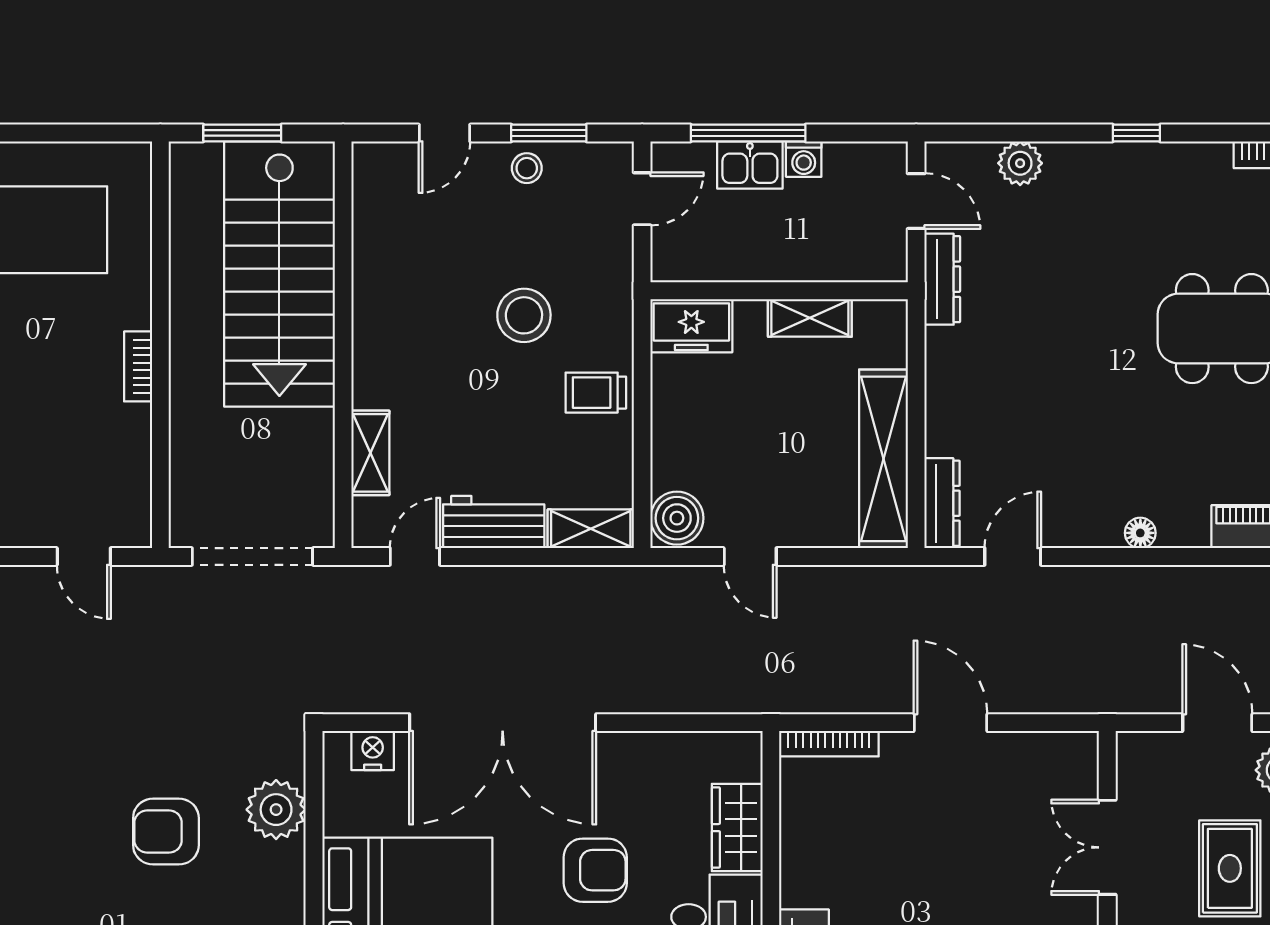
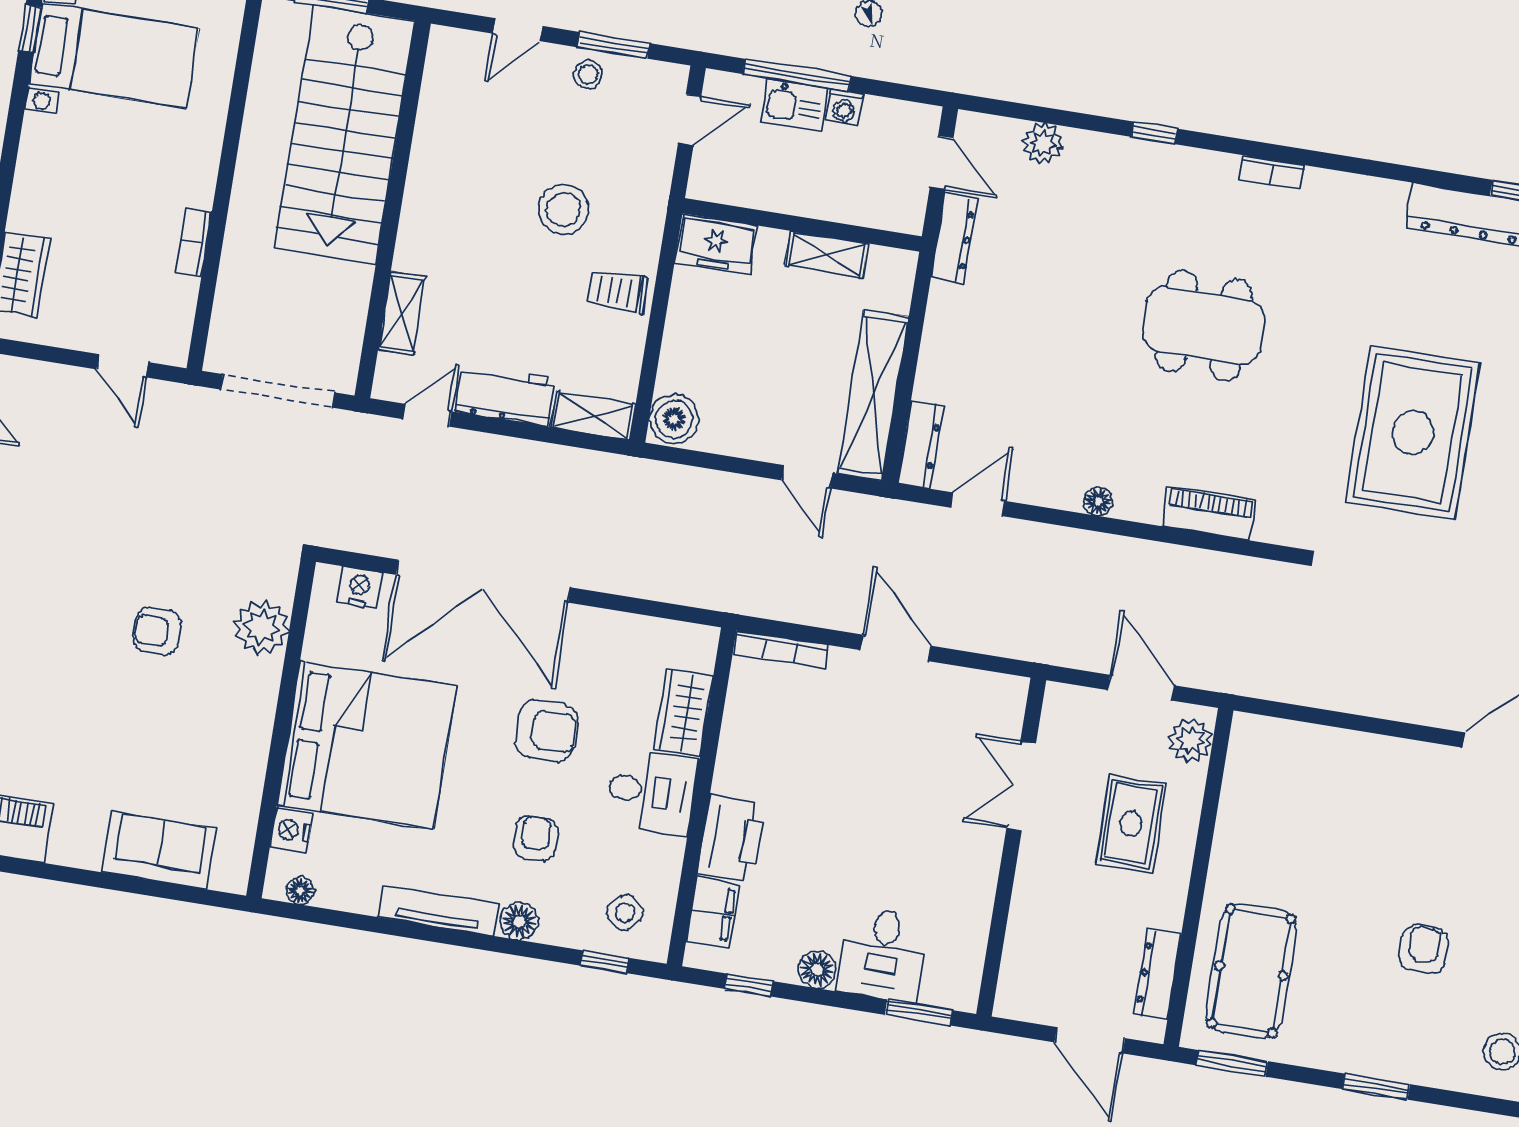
bookcase: (138, 366) -> (194, 242), moved
door: (750, 557) -> (807, 477), moved
armchair: (166, 832) -> (157, 631), width x0.72, depth x0.72

